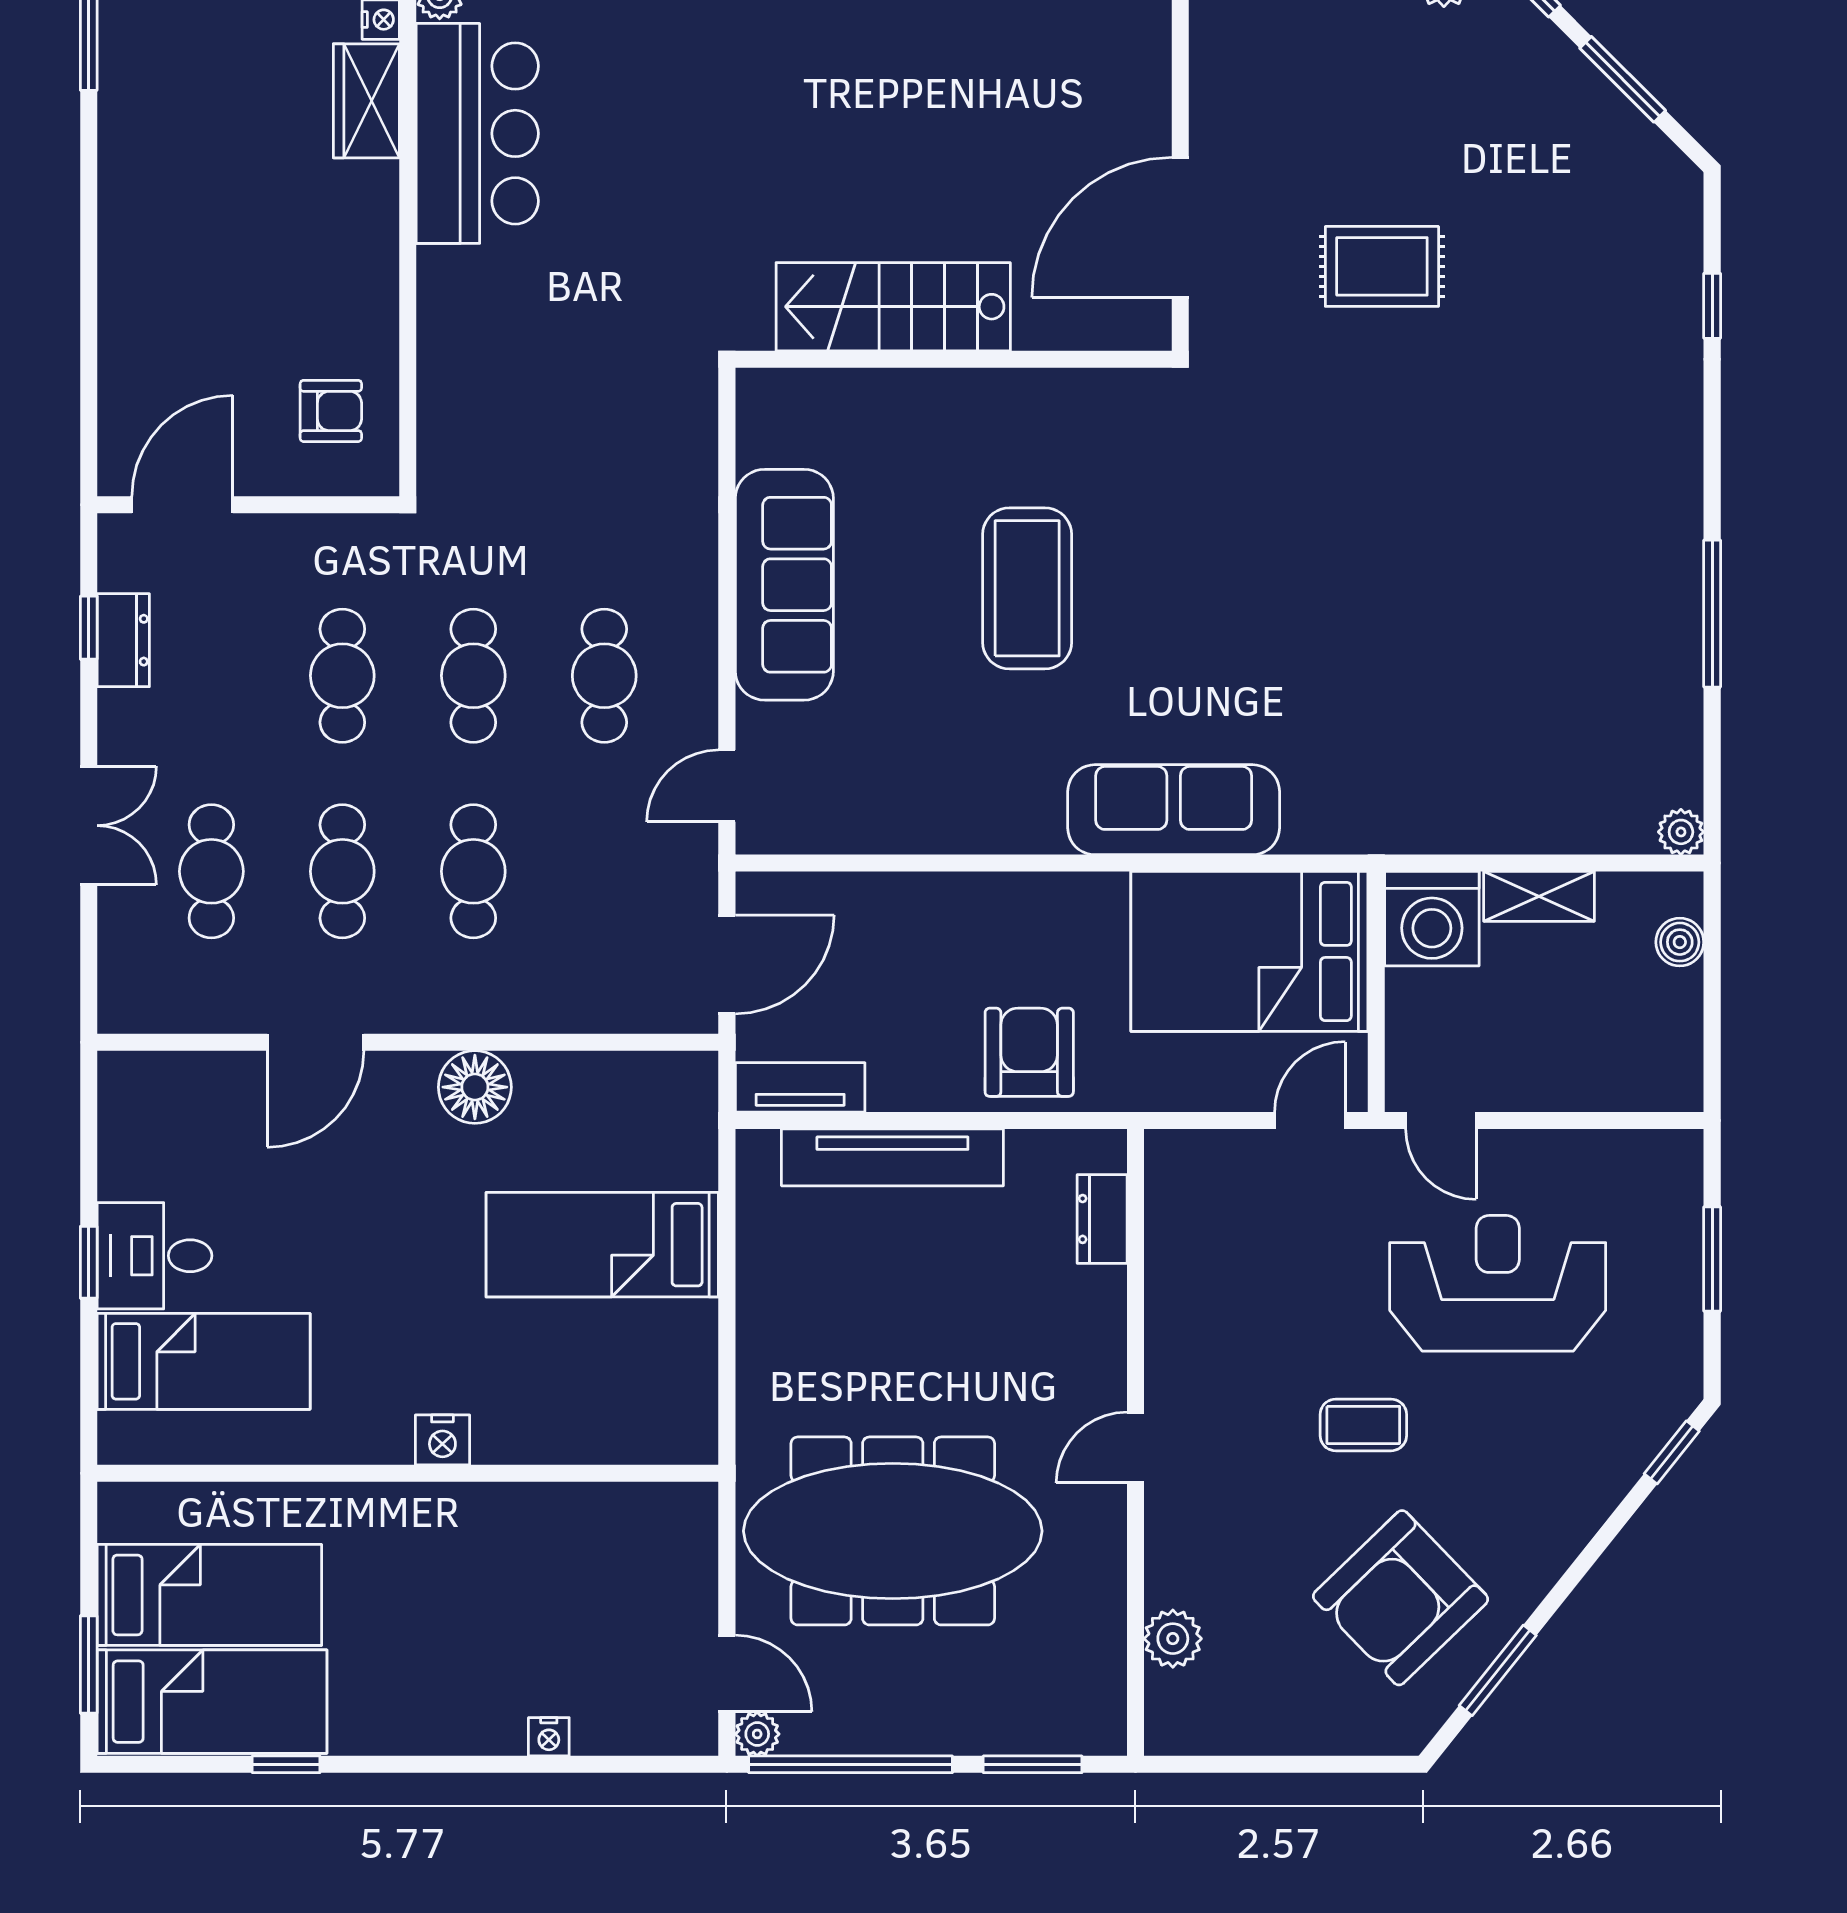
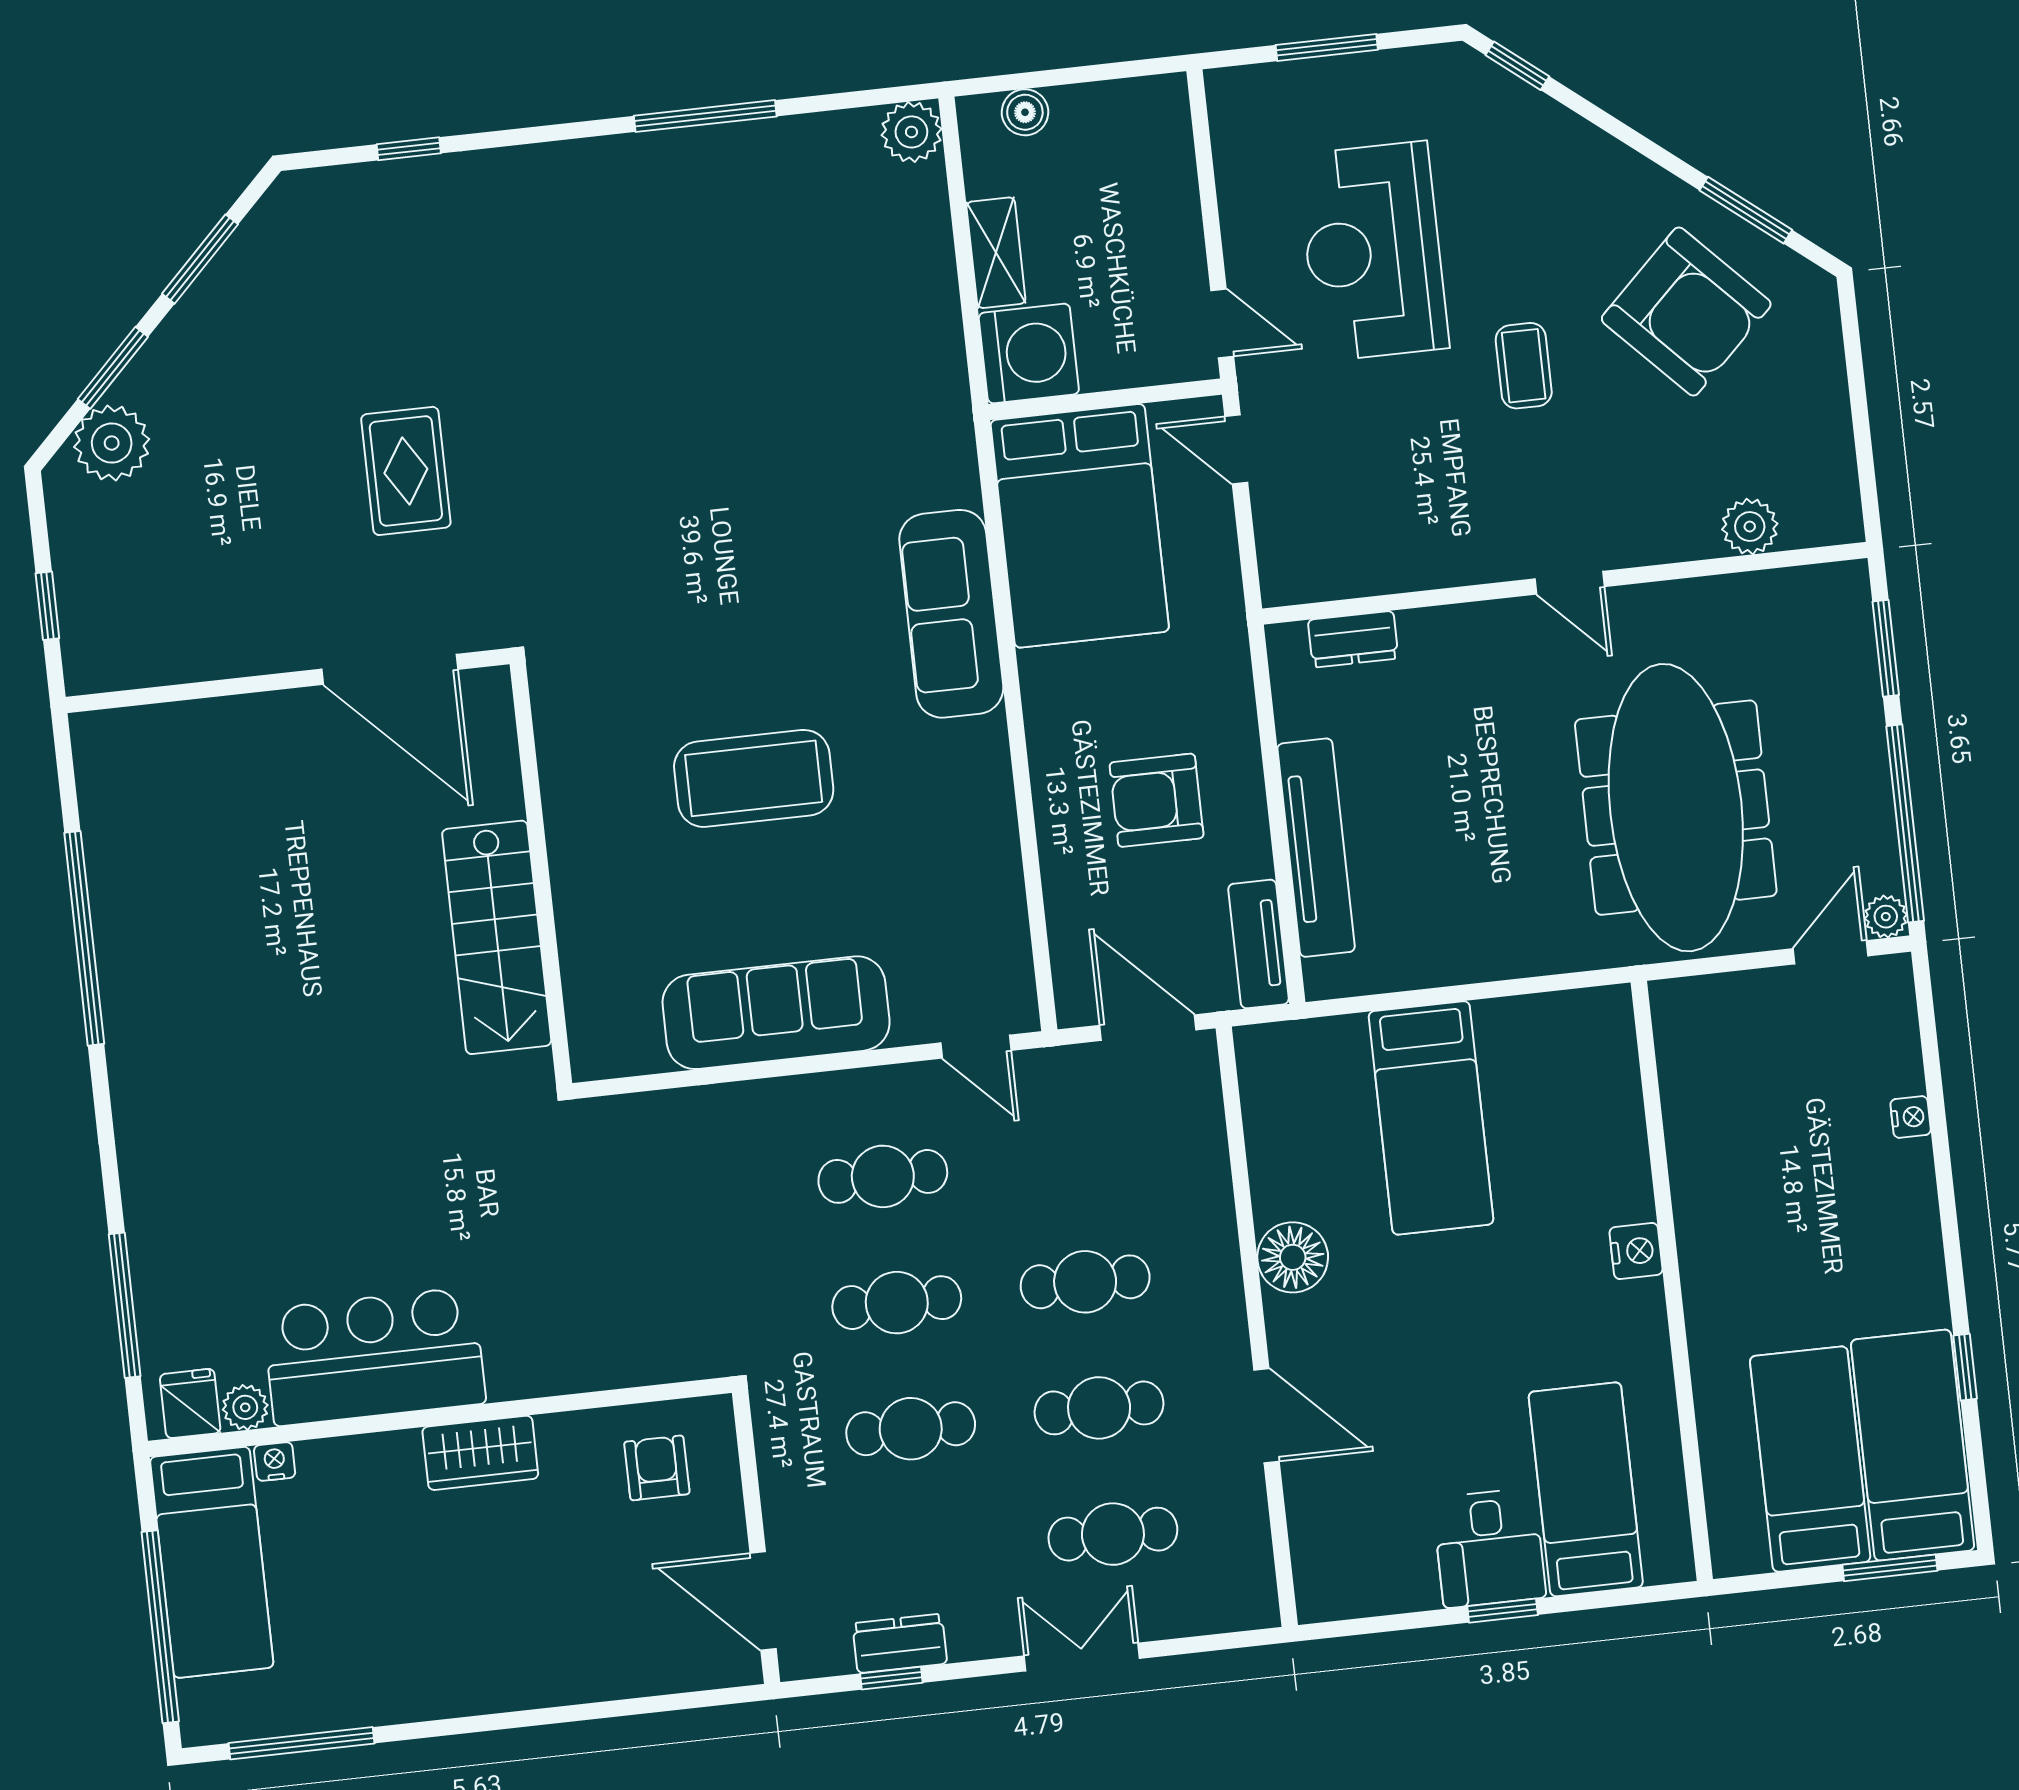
wardrobe: (366, 101) -> (480, 1453), moved
plant: (1681, 832) -> (911, 132), width x1.38, depth x1.38
armchair: (1029, 1052) -> (1157, 800), moved
door: (1441, 1121) -> (1222, 323), hinge flipped

